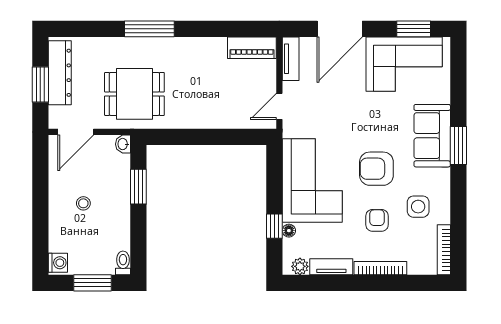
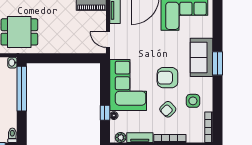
door: (279, 106) -> (108, 39), hinge flipped
window: (138, 187) -> (22, 89), width x2.11
armchair: (377, 220) -> (168, 109), turned -134

